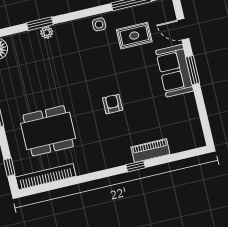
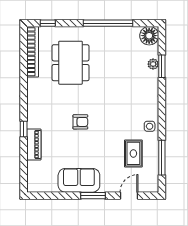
window: (40, 24) -> (162, 66), moved
plant: (47, 32) -> (153, 64), moved
sofa: (175, 71) -> (79, 180), moved

